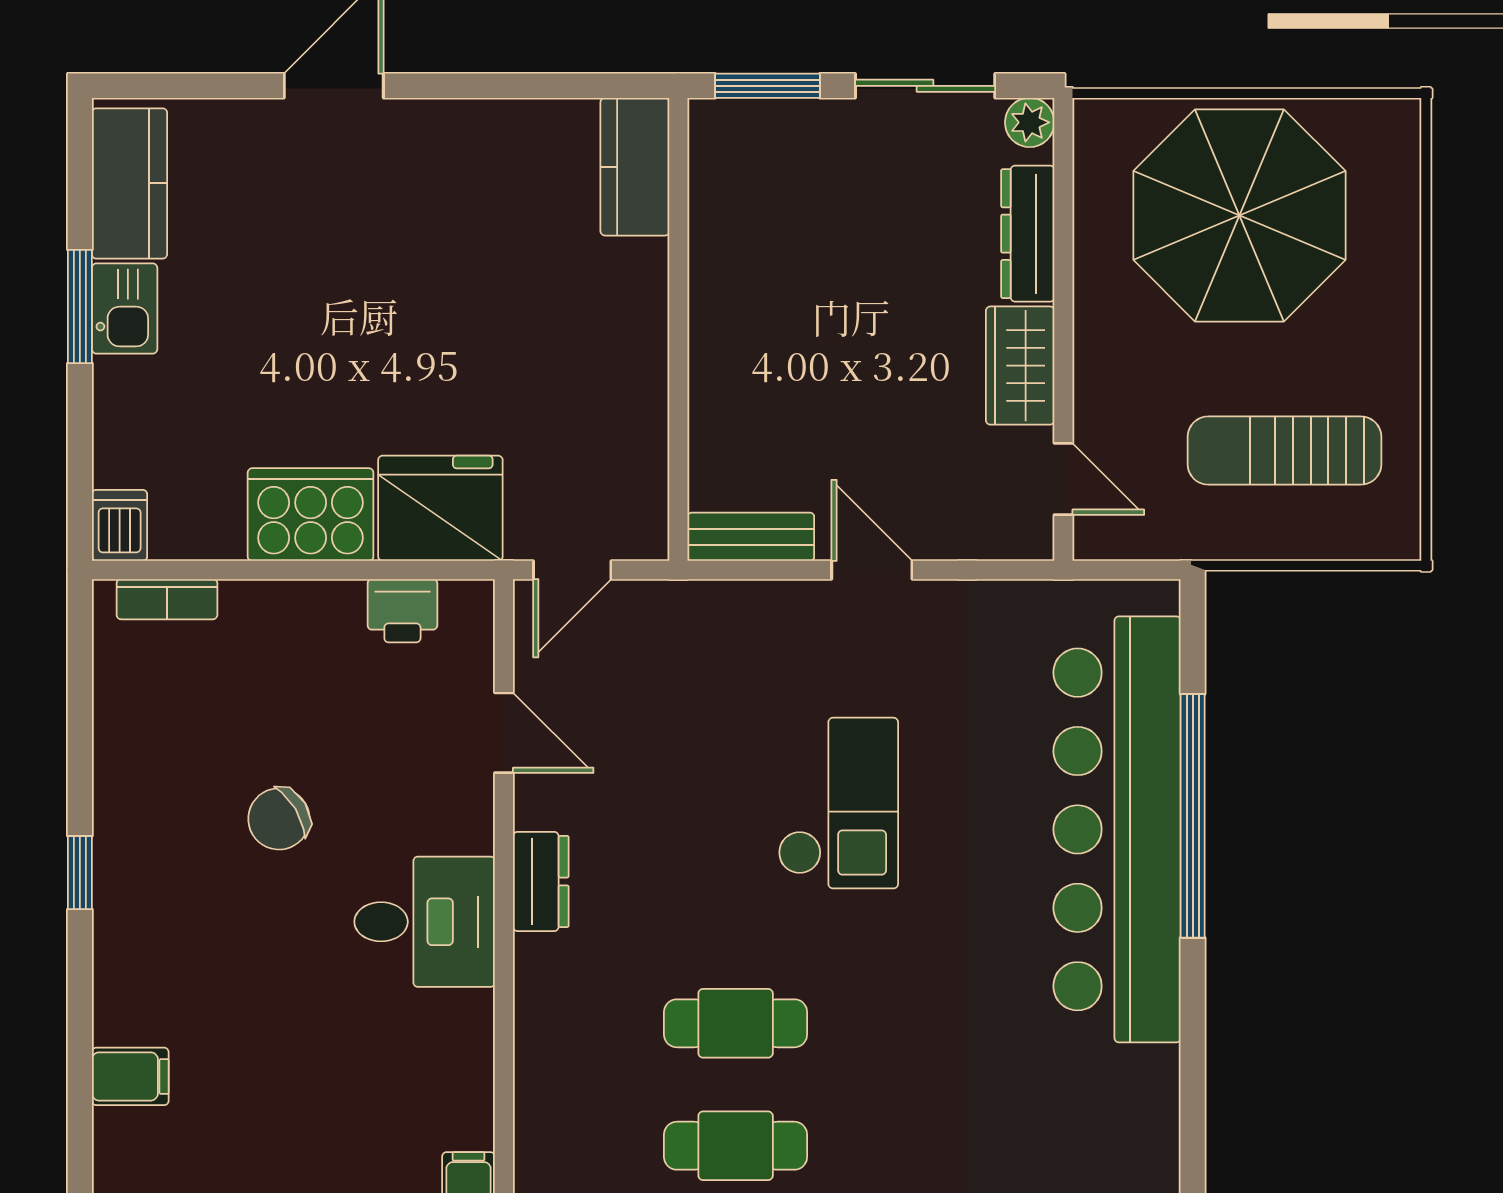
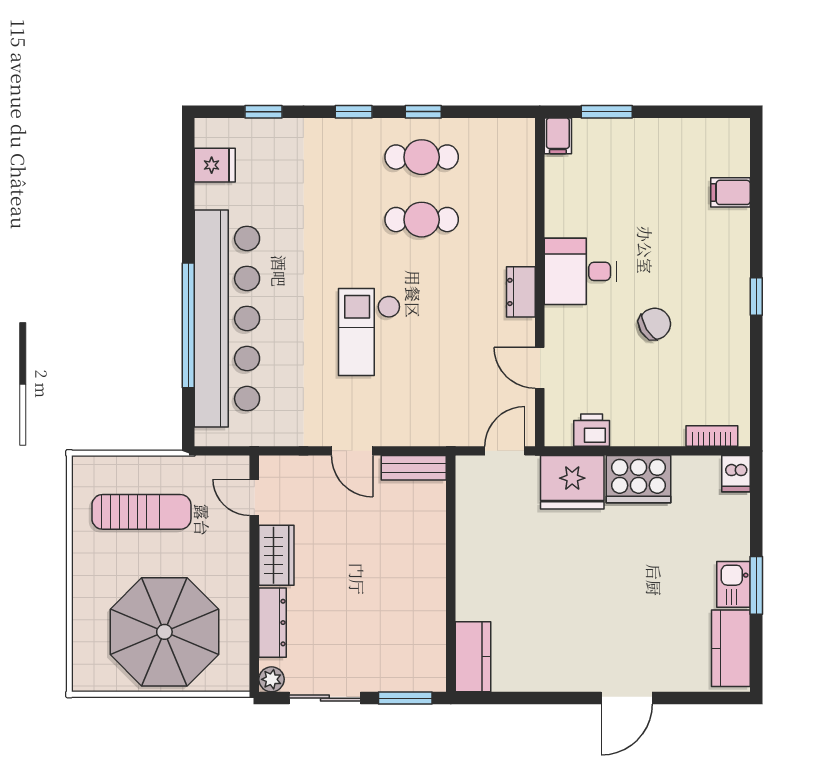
fridge: (1141, 1130) -> (215, 165), added

